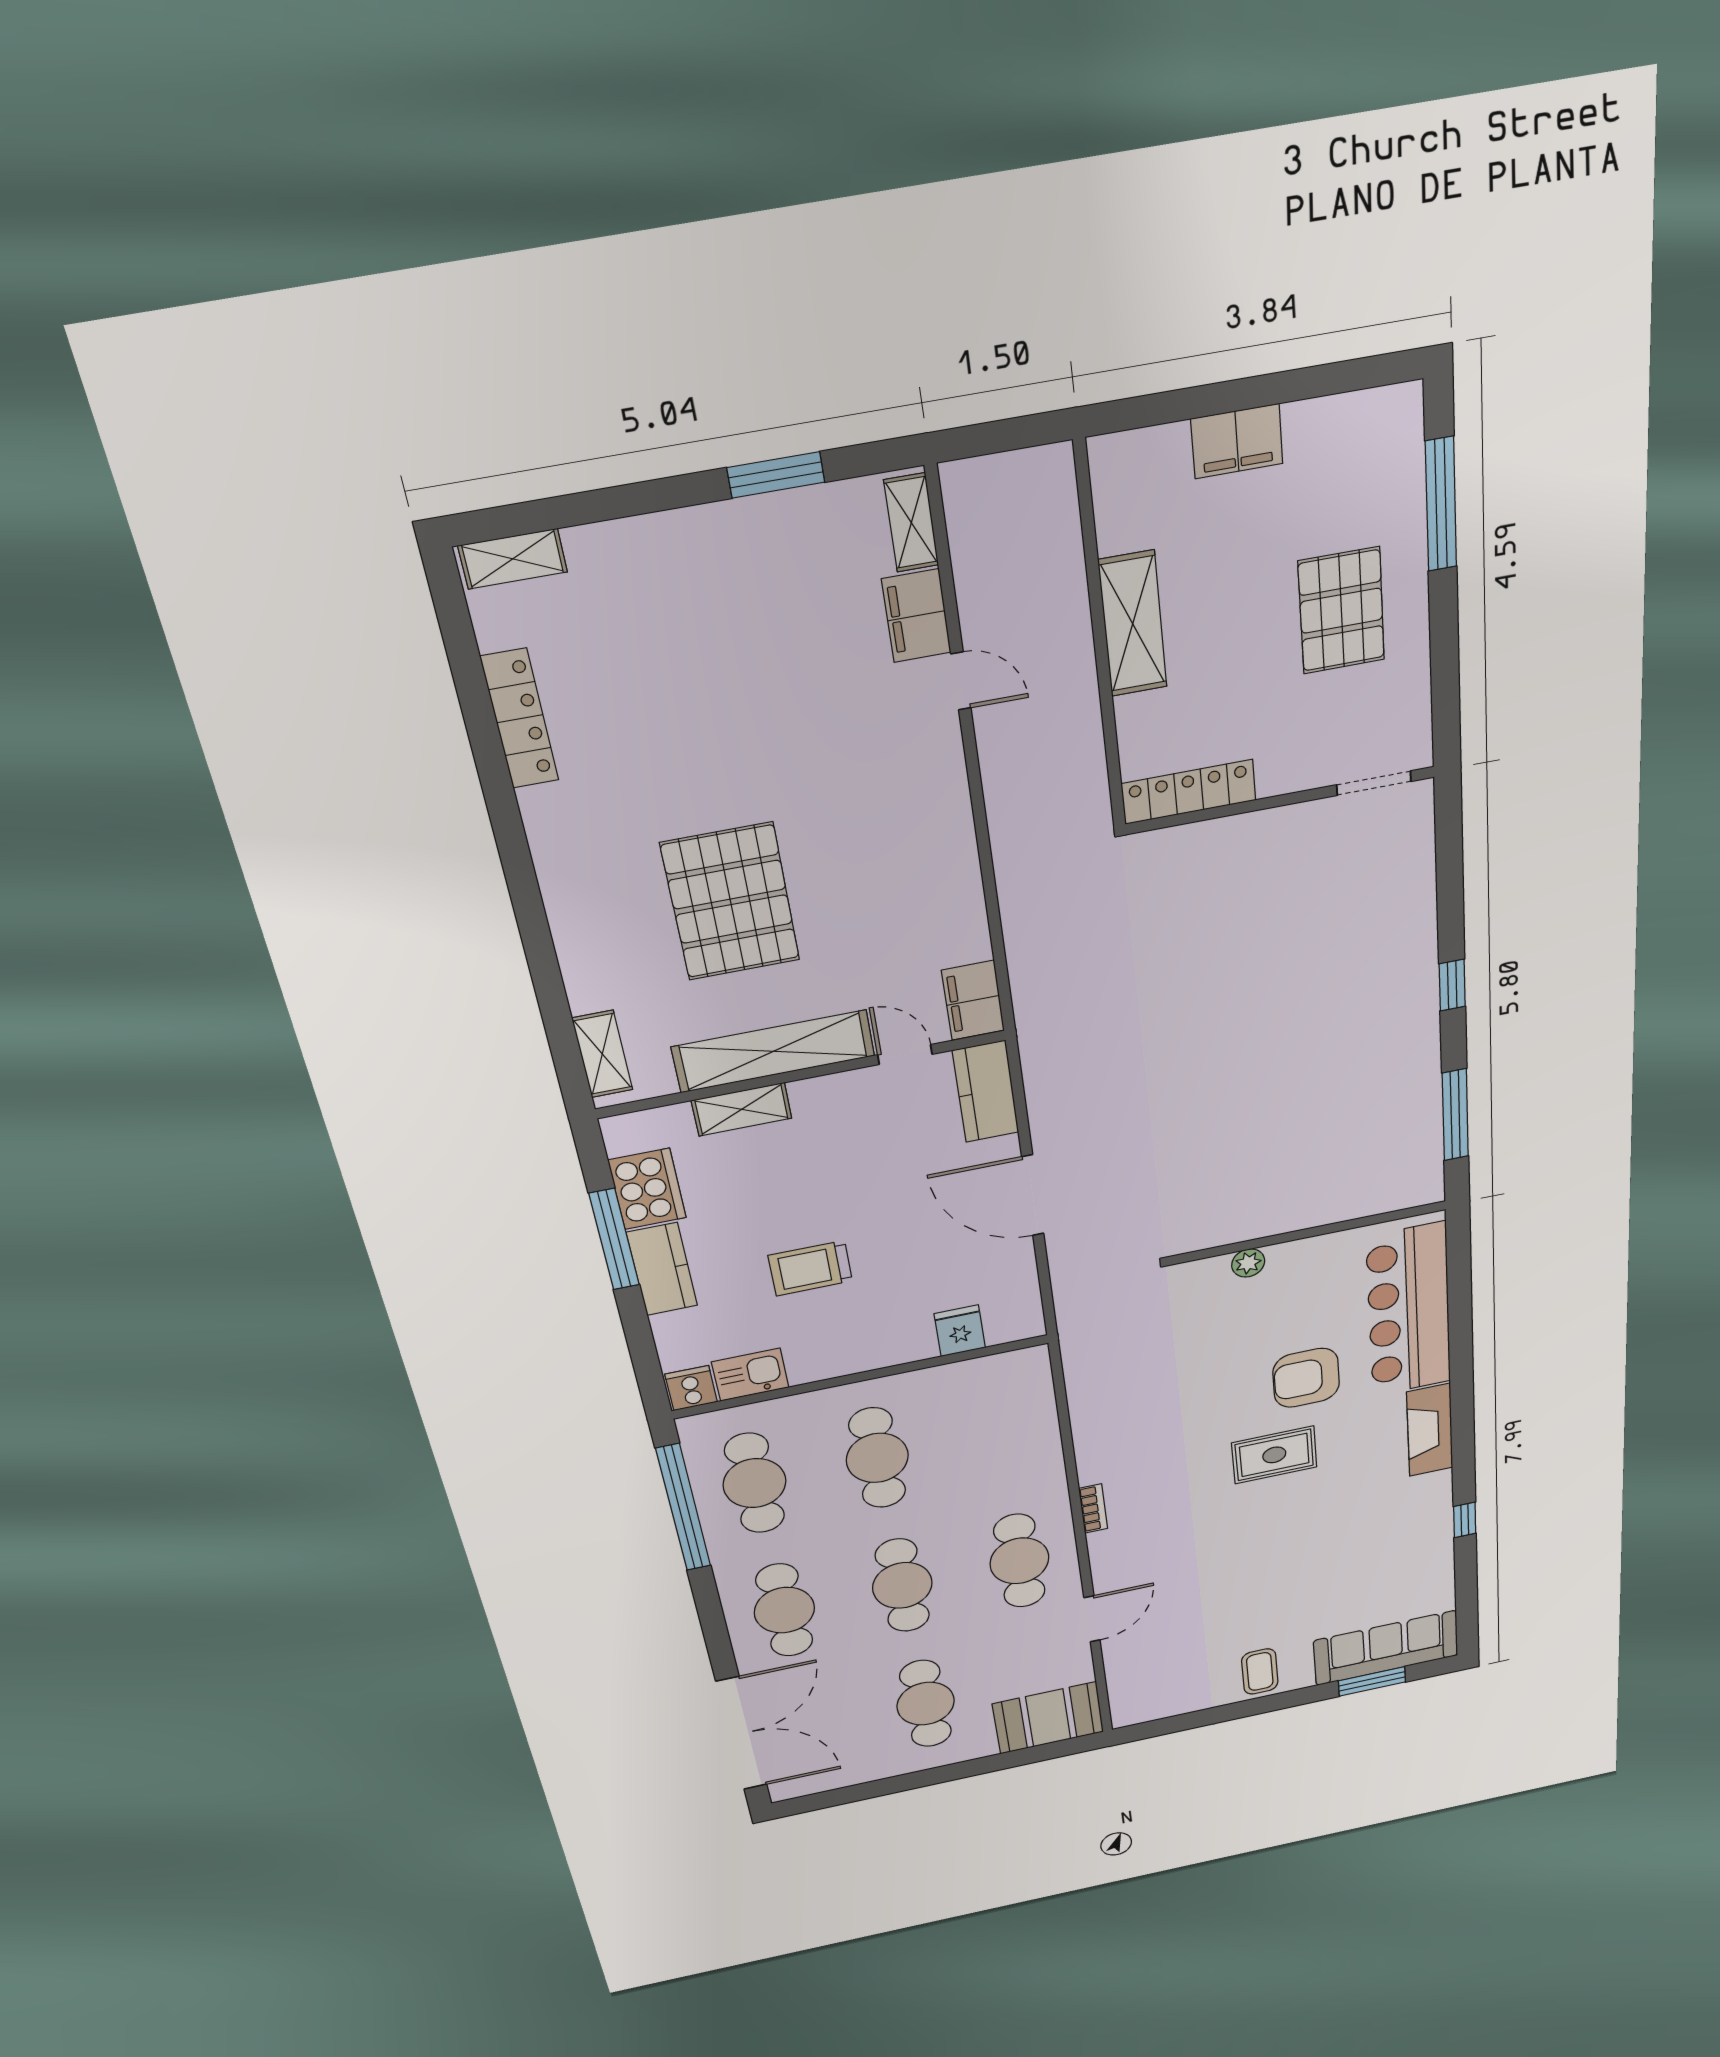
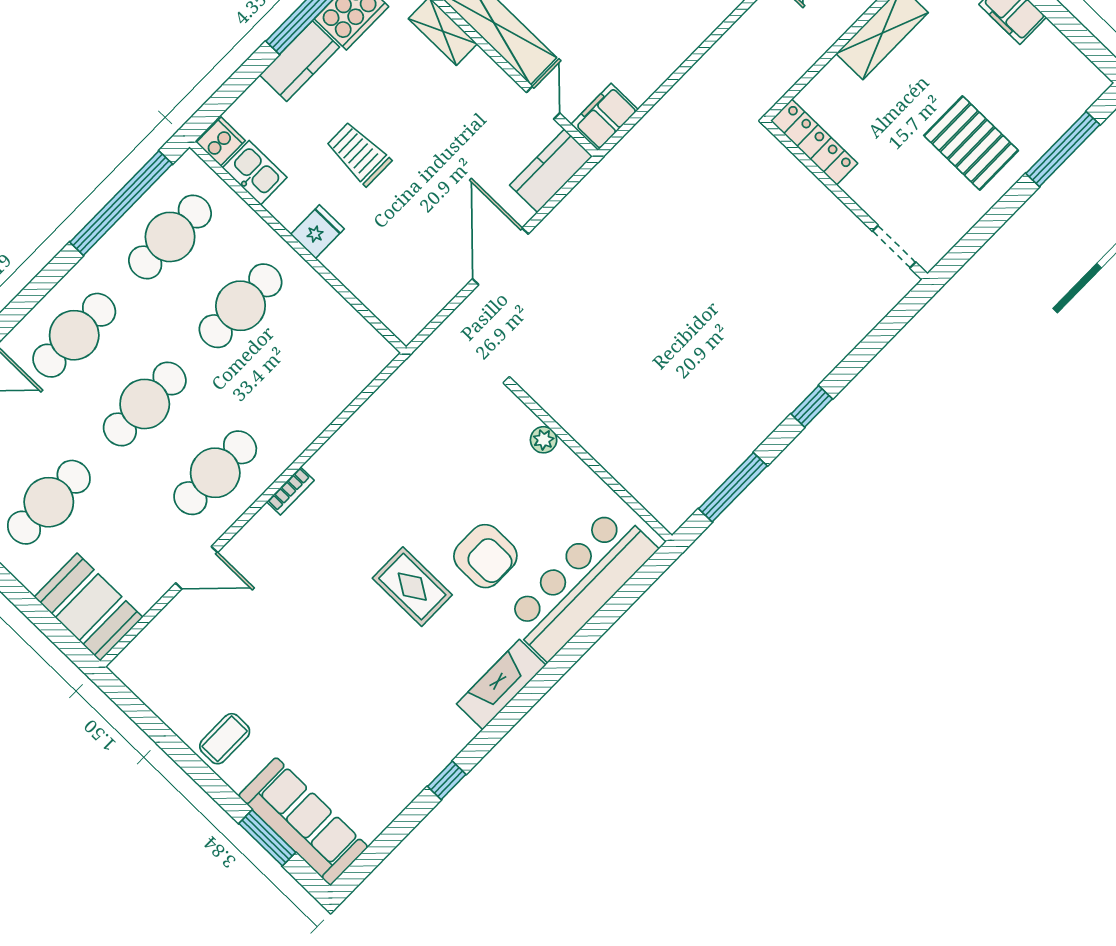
pallet: (1341, 611) -> (971, 143), turned 90
fridge: (960, 1331) -> (317, 232), moved
armchair: (1306, 1378) -> (485, 556), turned 180

